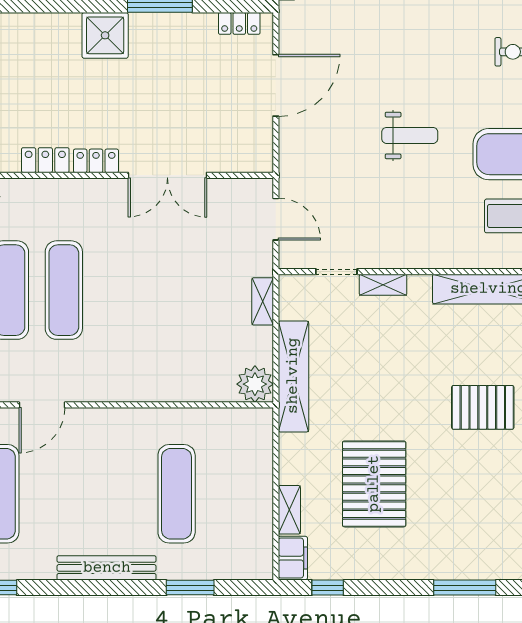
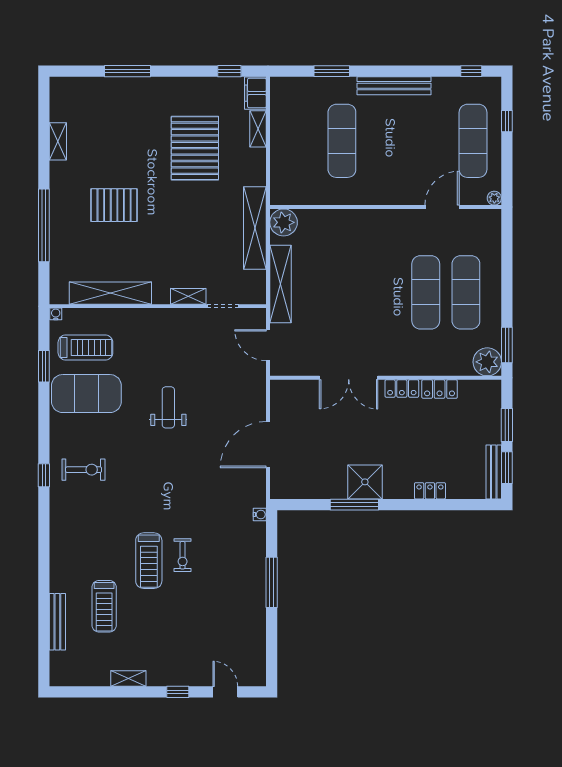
locker: (239, 23) -> (430, 491), moved
shower: (105, 35) -> (365, 482), moved
weight bench: (410, 135) -> (168, 407), turned 90
double door: (167, 175) -> (349, 378), swing flipped
shelving: (263, 301) -> (280, 284), width x2.20, depth x1.33

